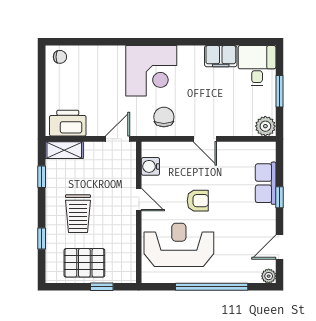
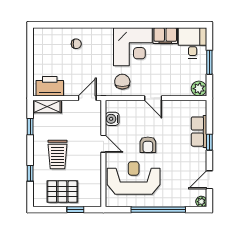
chair: (60, 57) -> (76, 44), moved
corner desk: (151, 71) -> (133, 47), moved
armchair: (198, 201) -> (148, 145), turned 90

